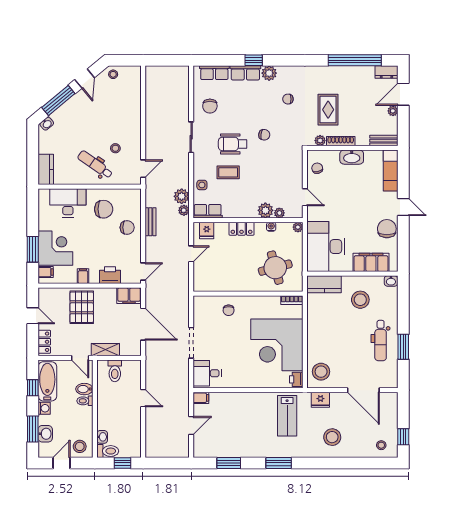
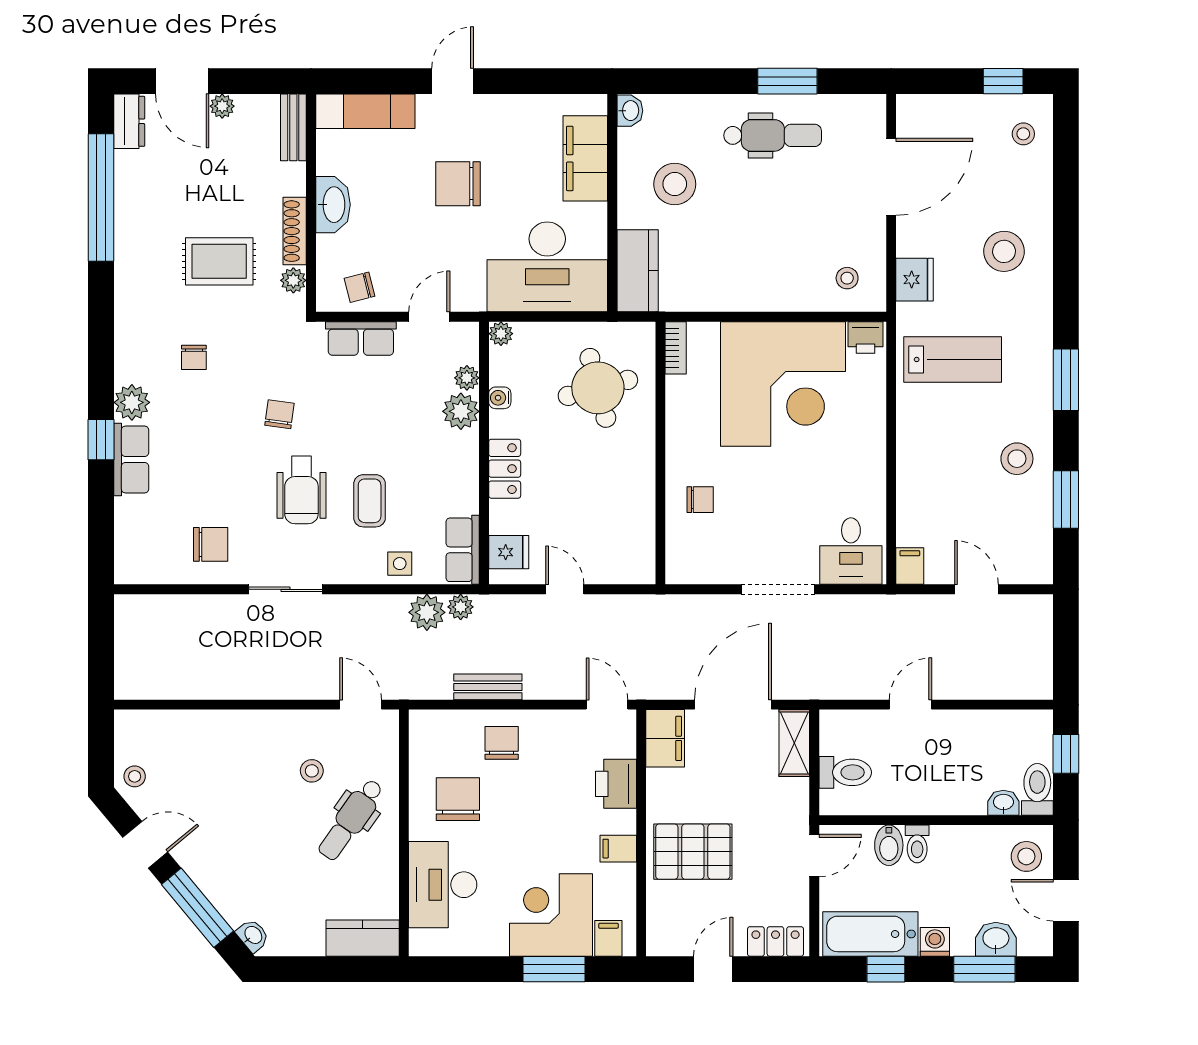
row of seats: (214, 73) -> (361, 338), moved, turned 90
chair: (387, 229) -> (458, 184), moved
shelving: (105, 350) -> (794, 743), moved
stool: (321, 372) -> (847, 278), width x0.53, depth x0.53
stool: (246, 442) -> (1017, 459), added

